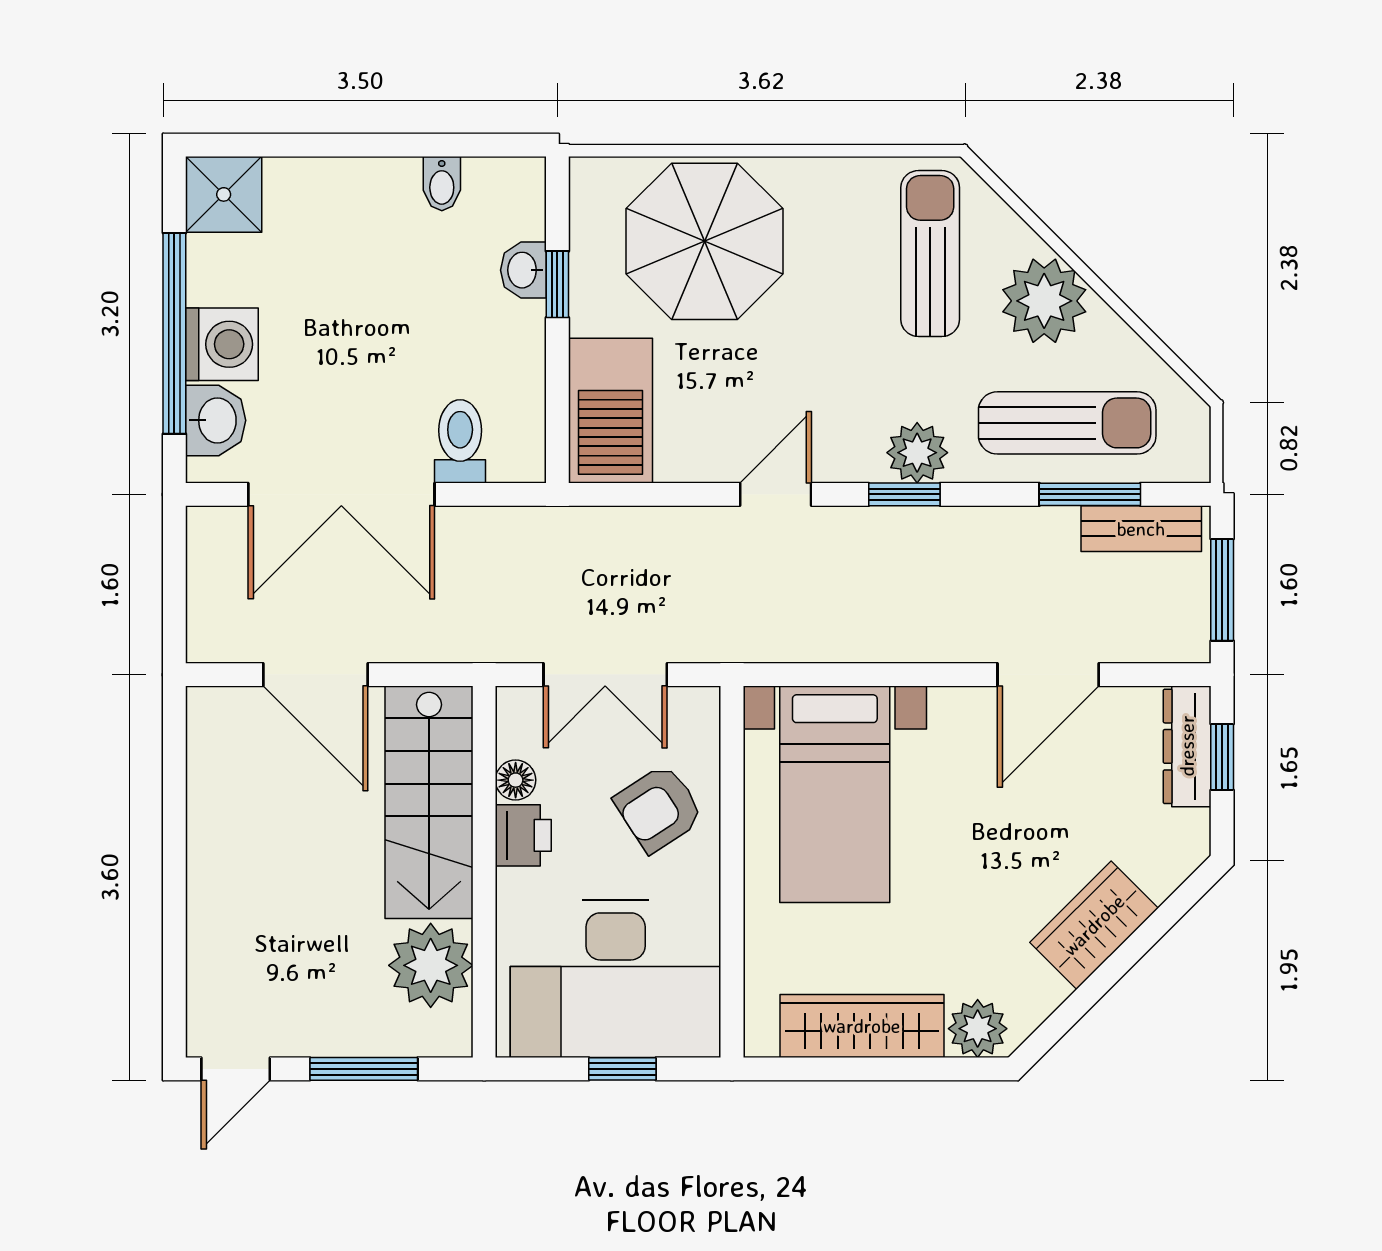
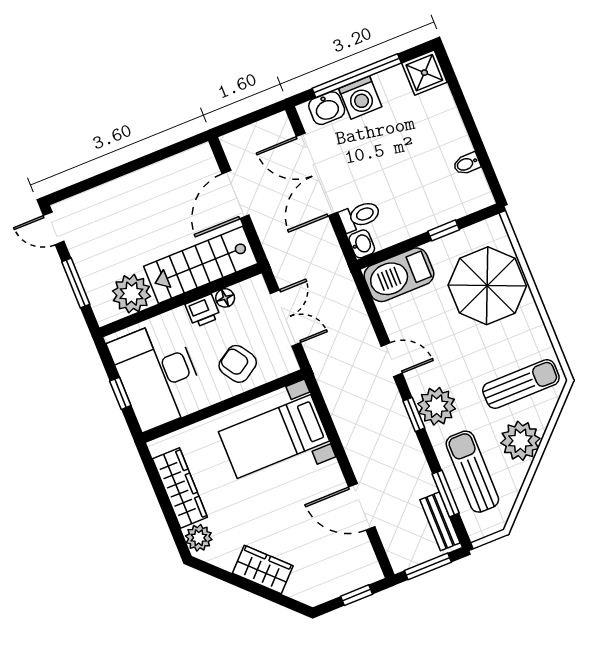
washbasin: (523, 270) -> (362, 244), moved, turned 90
sun lounger: (1067, 423) -> (472, 472), turned 180
plant: (917, 453) -> (437, 406), width x1.36, depth x1.36
double door: (605, 675) -> (285, 318), swing flipped
dresser: (1187, 746) -> (355, 578), removed

